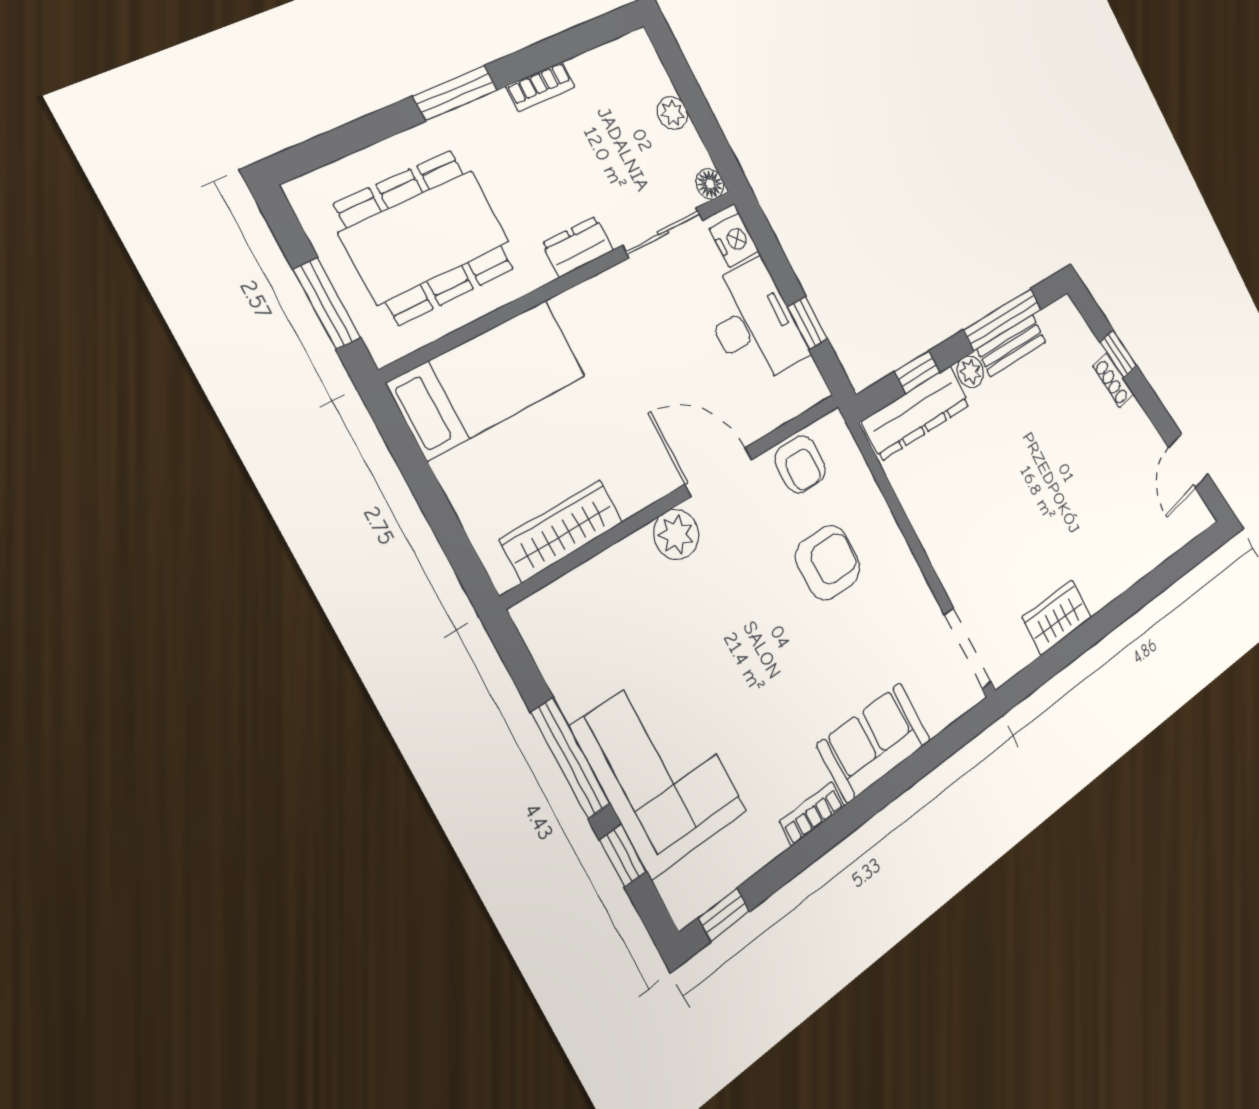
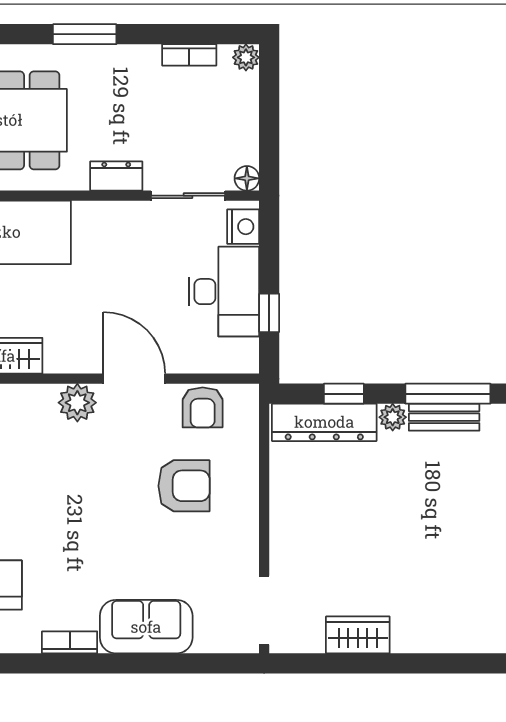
bookcase: (540, 87) -> (189, 55), moved
plant: (672, 113) -> (246, 57), moved

